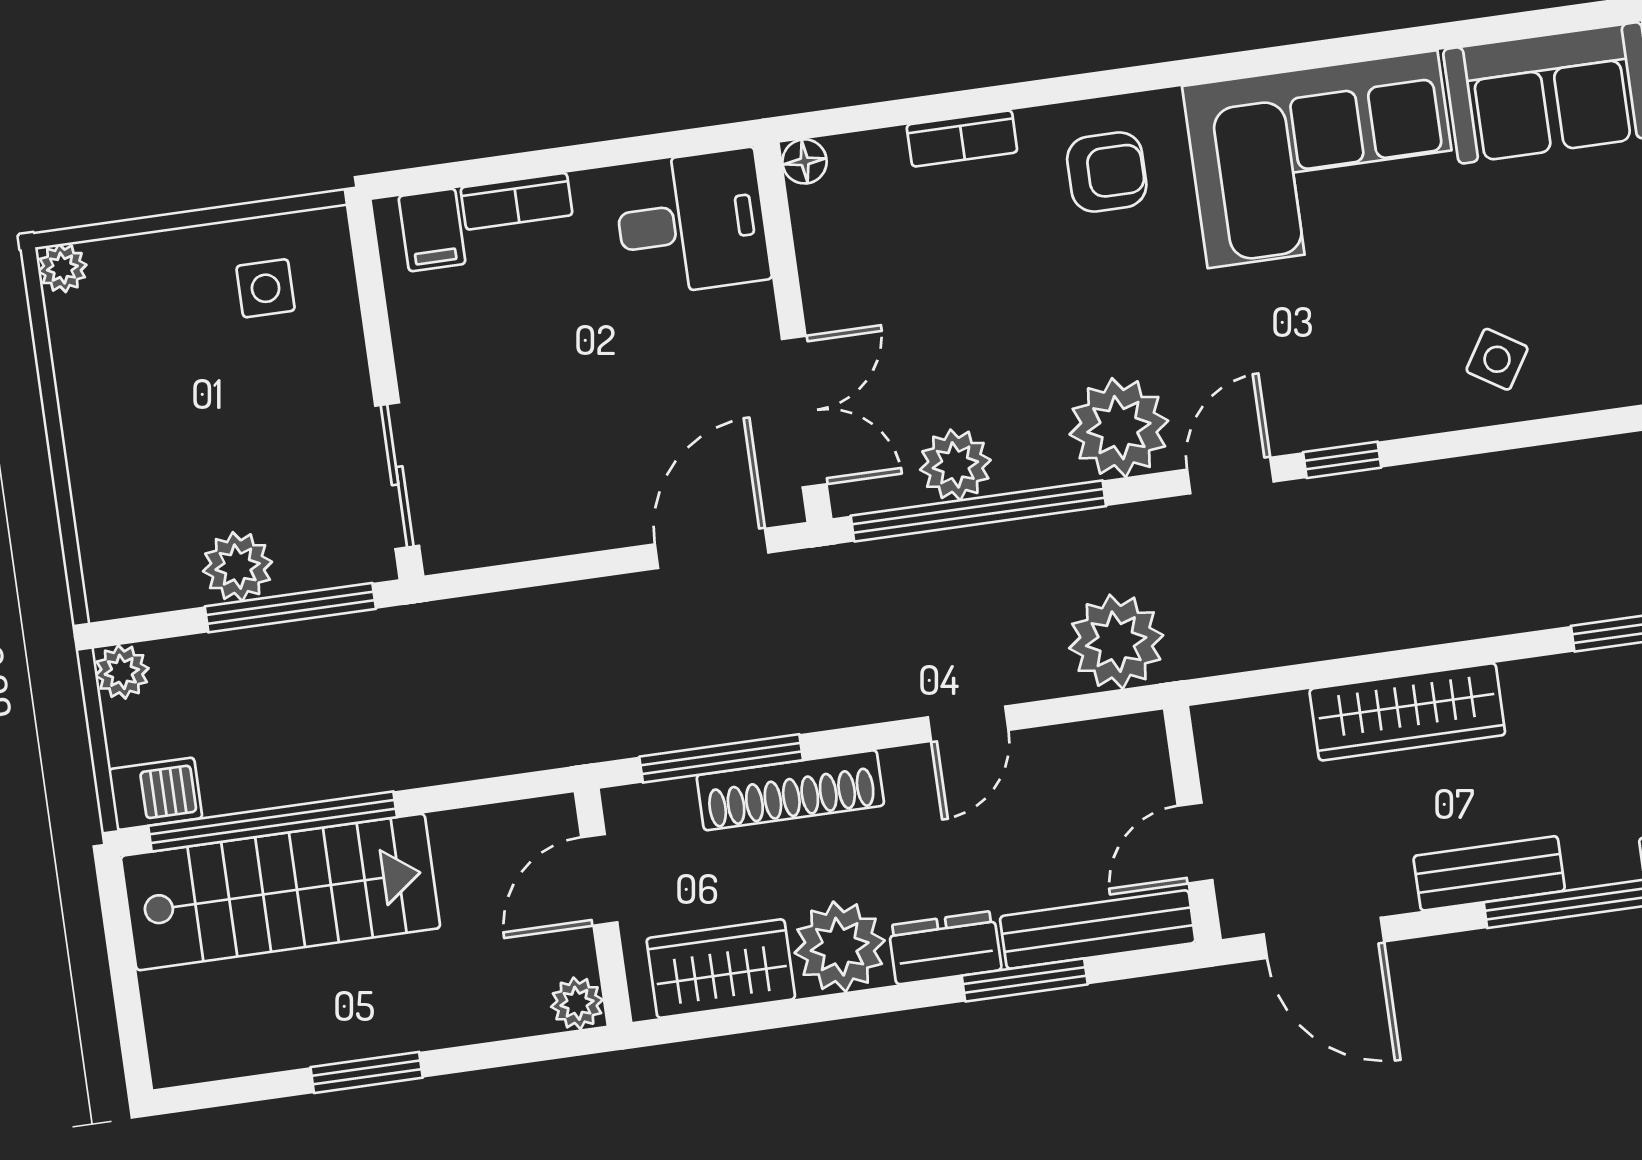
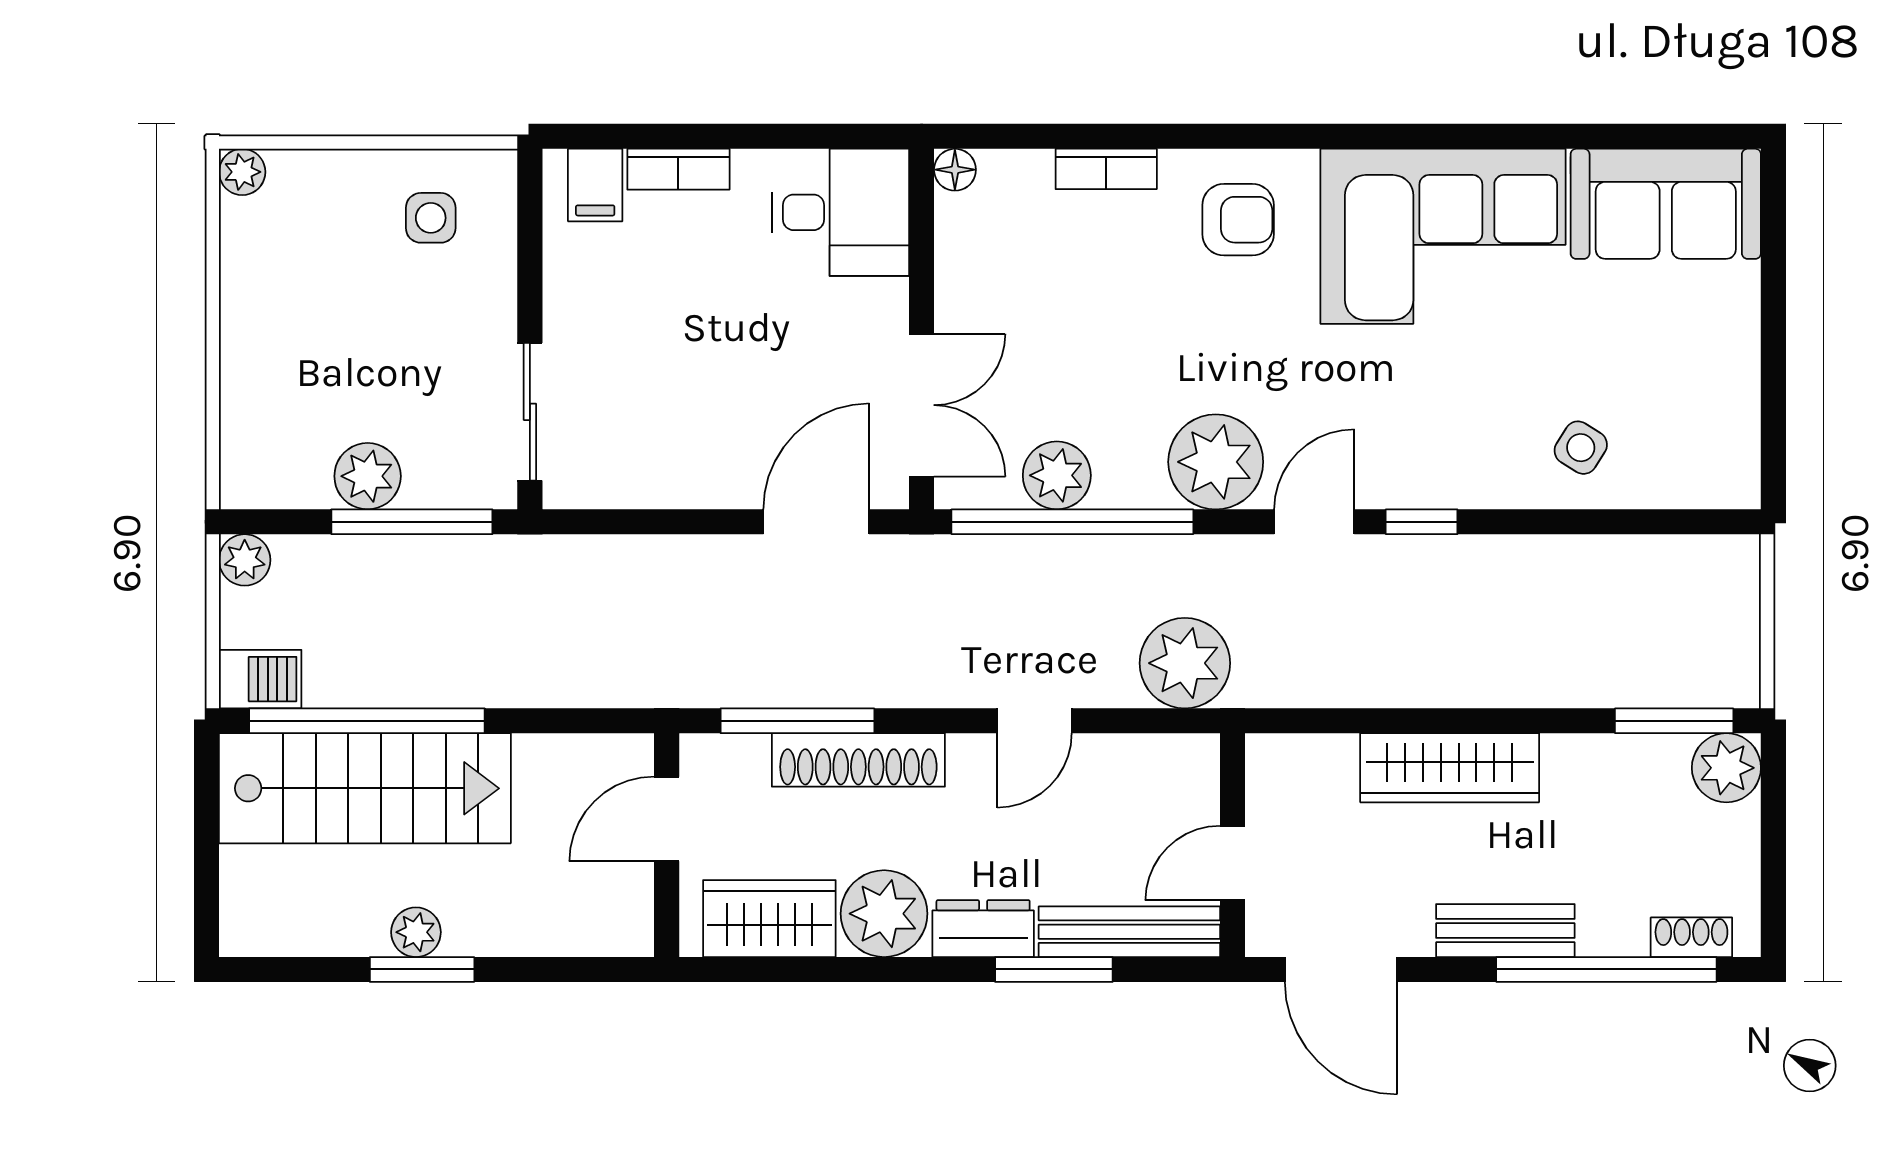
plant: (577, 1003) -> (416, 932), moved

